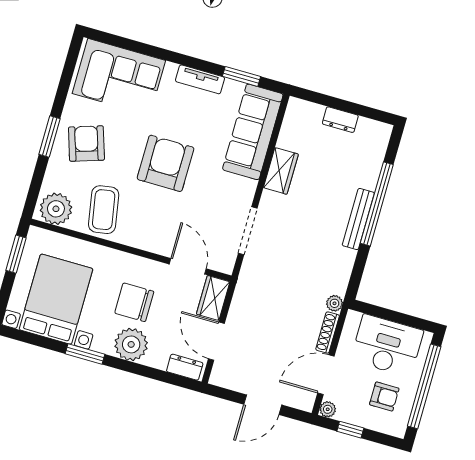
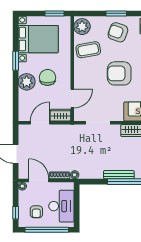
armchair: (86, 144) -> (118, 32), turned -143
armchair: (166, 163) -> (119, 73), turned 180
dresser: (185, 367) -> (23, 111), removed
window: (350, 430) -> (16, 213), moved

